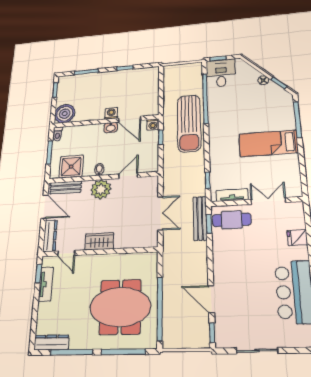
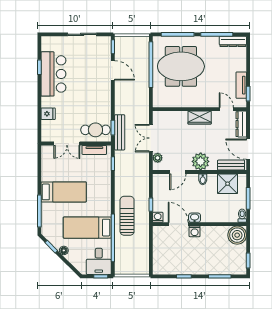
bed: (236, 107) -> (87, 228), added
sun lounger: (189, 123) -> (127, 216), width x0.73, depth x0.75
plant: (152, 190) -> (158, 158), added

